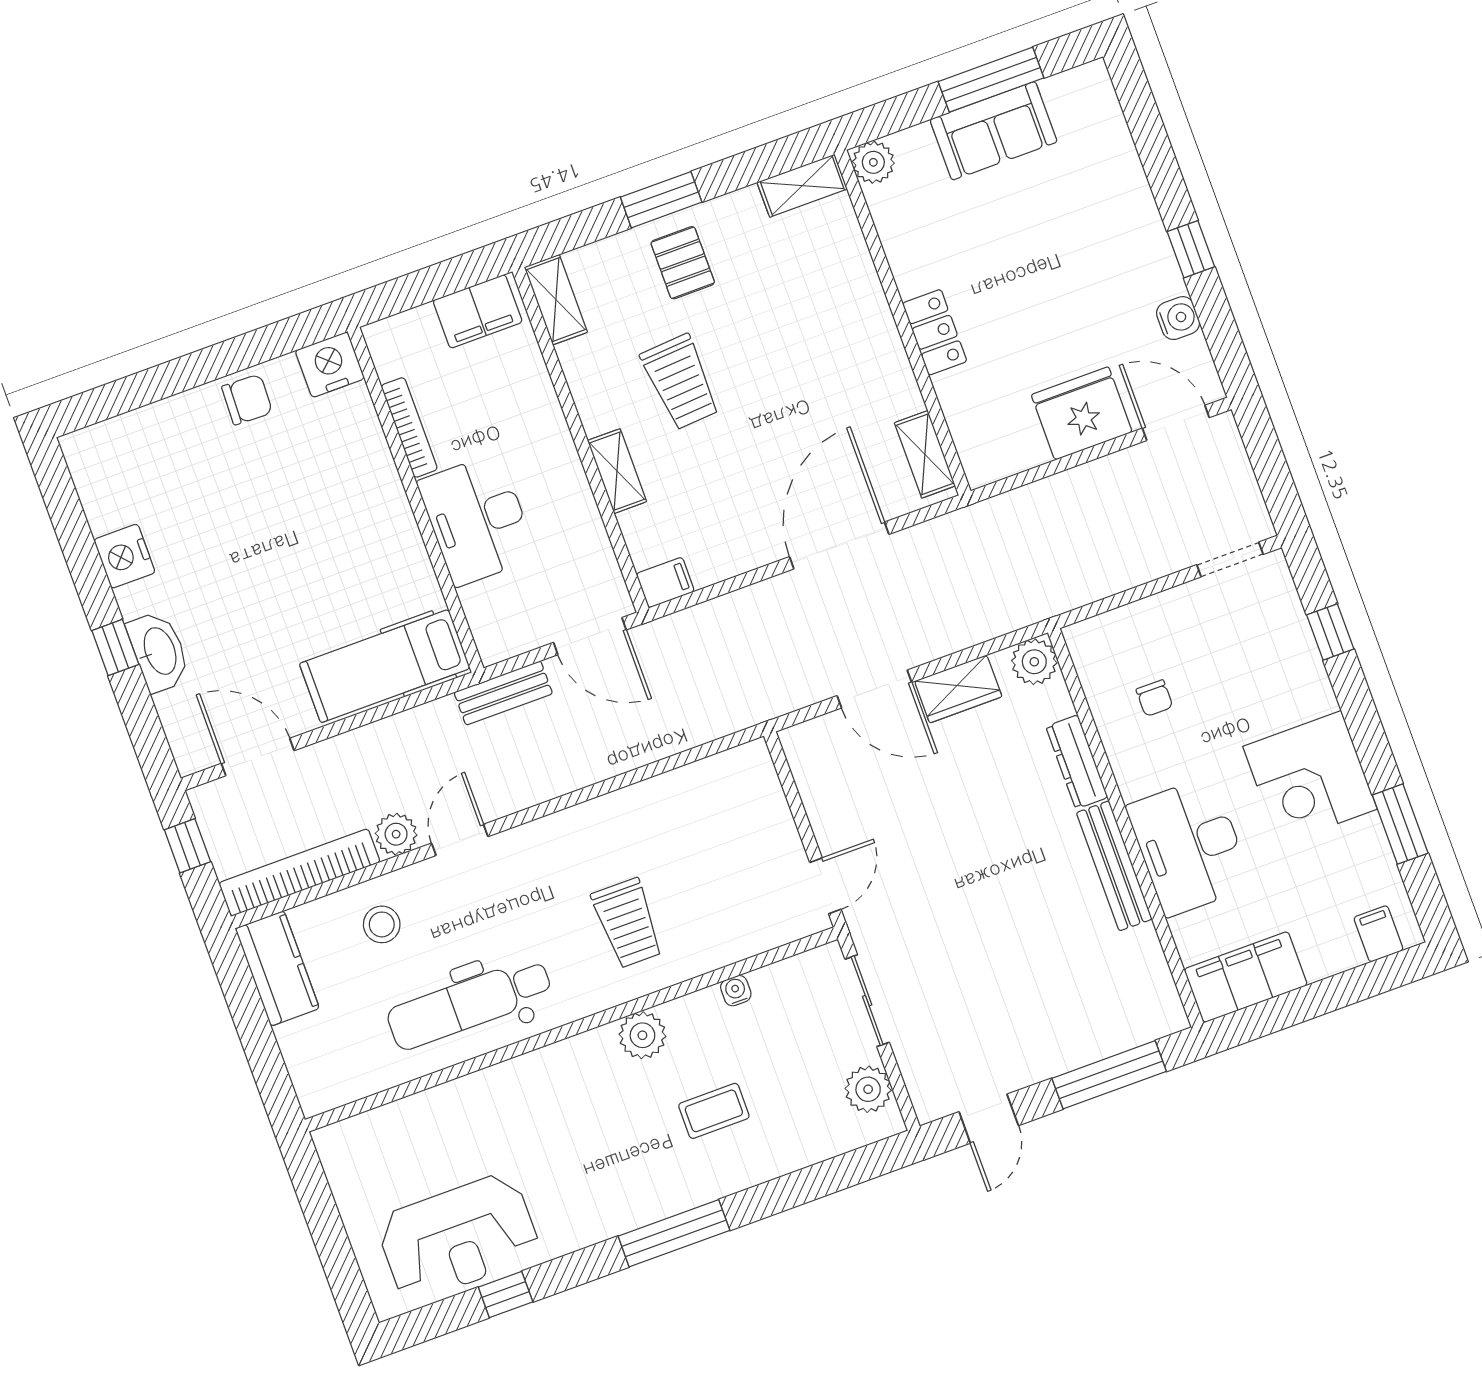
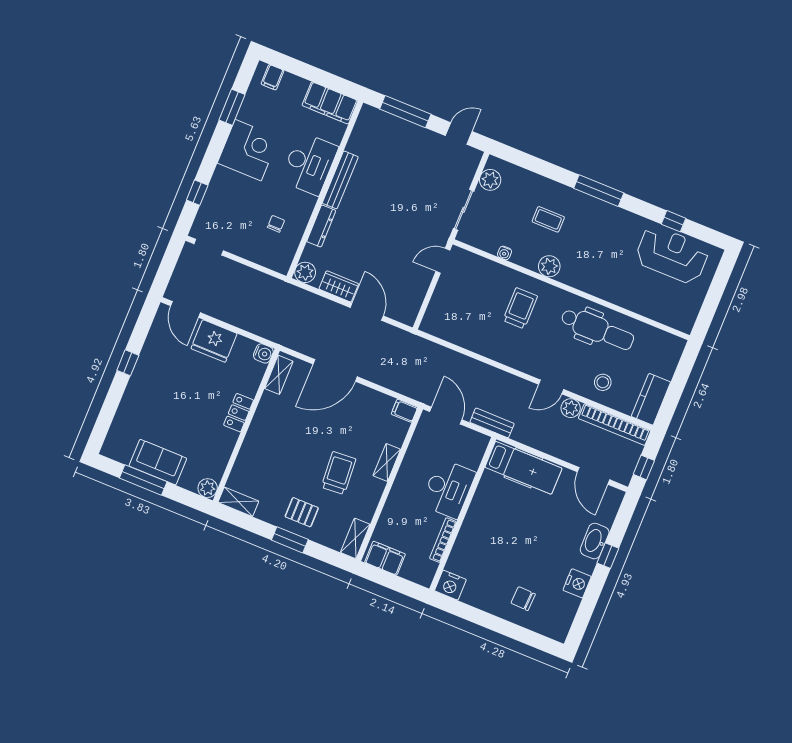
pallet: (683, 263) -> (302, 512), turned 90
water cooler: (1178, 318) -> (263, 353), moved, turned 180
chair: (247, 400) -> (523, 599), moved

